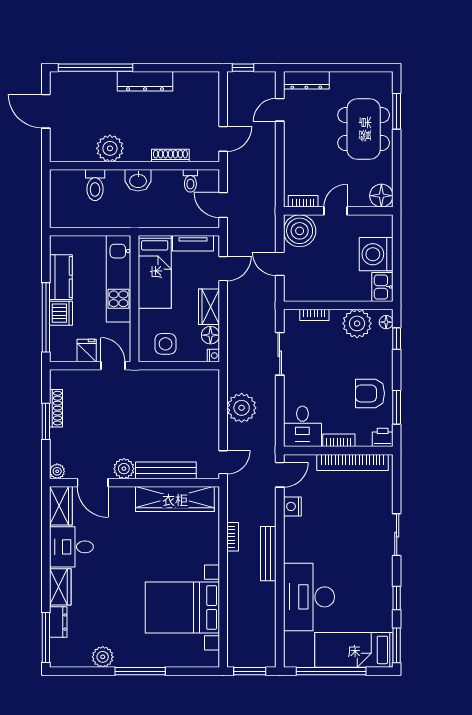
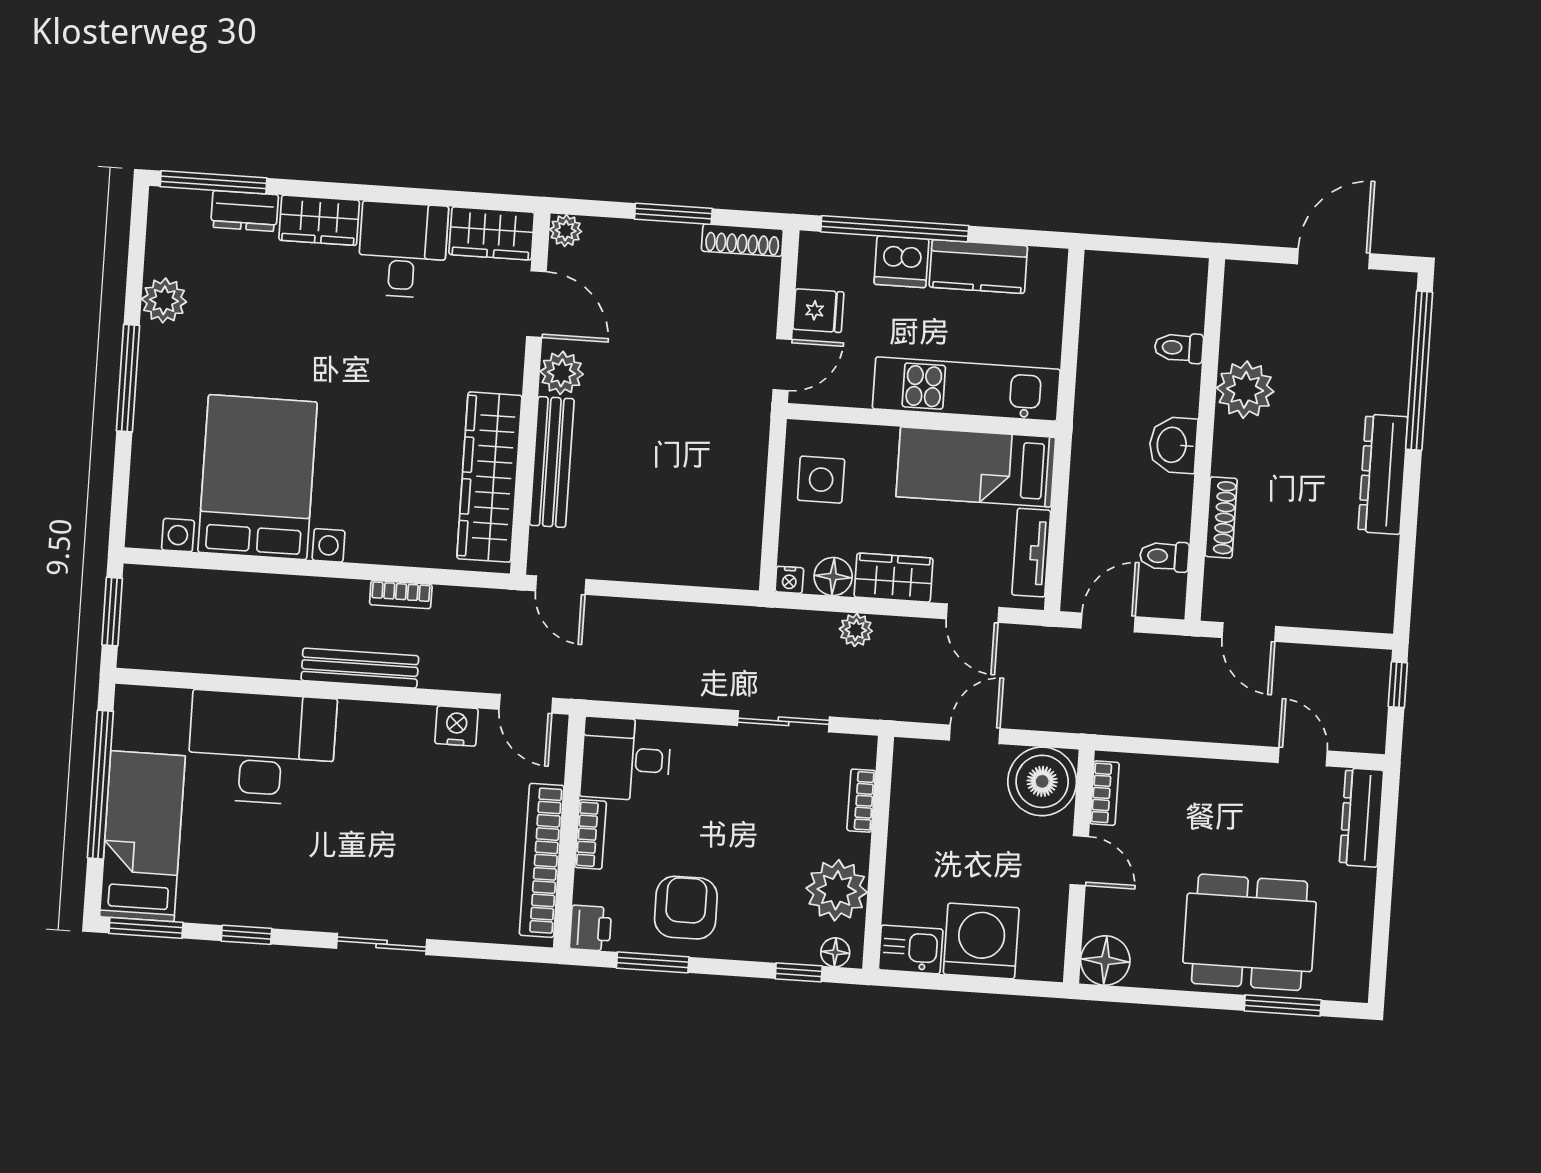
toilet: (95, 185) -> (1179, 348), width x0.73, depth x0.72
shoe rack: (56, 408) -> (742, 240), moved
plant: (242, 408) -> (856, 630), moved, width x0.53, depth x0.53
door: (93, 483) -> (536, 304), swing flipped

